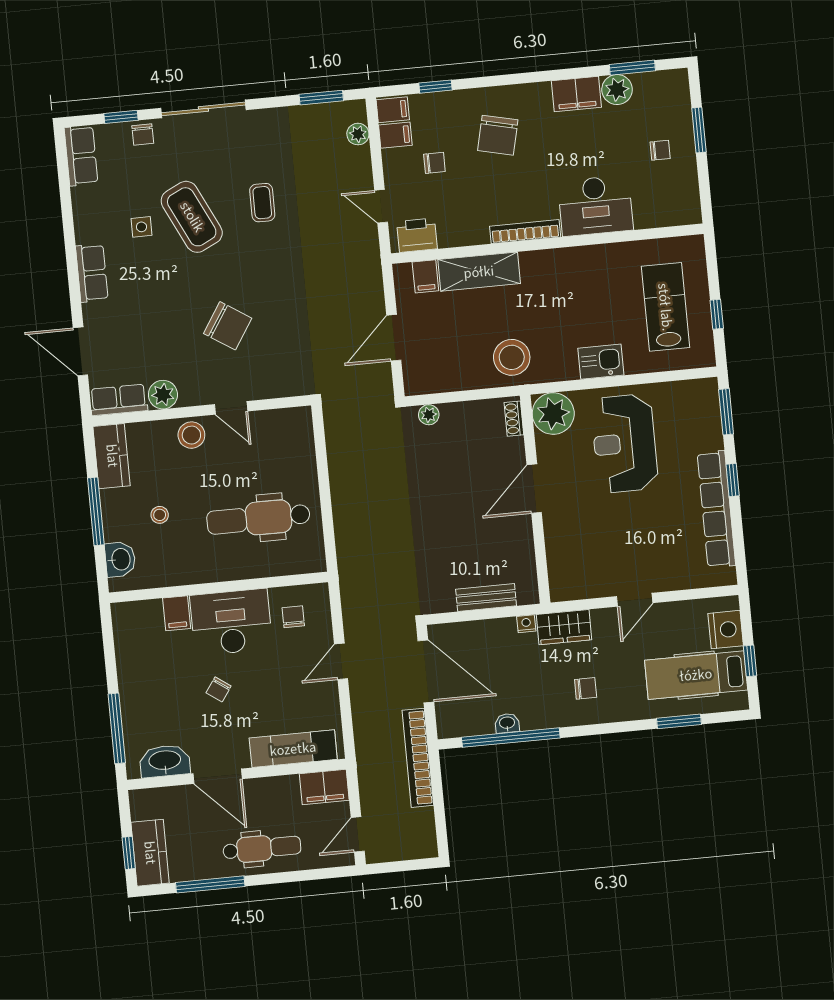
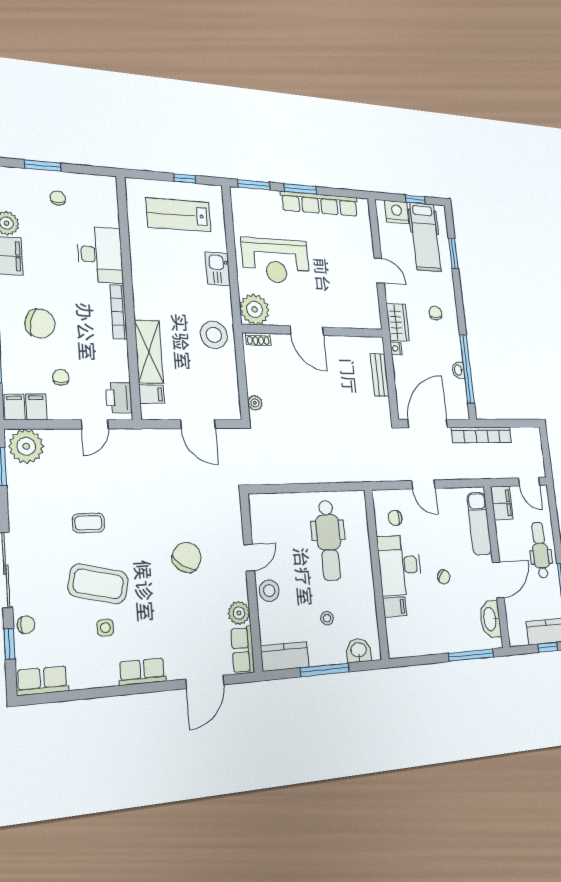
plant: (358, 134) -> (26, 446), width x1.87, depth x1.87
coffee table: (192, 217) -> (98, 584), turned 39
window: (733, 480) -> (300, 189), width x1.50

